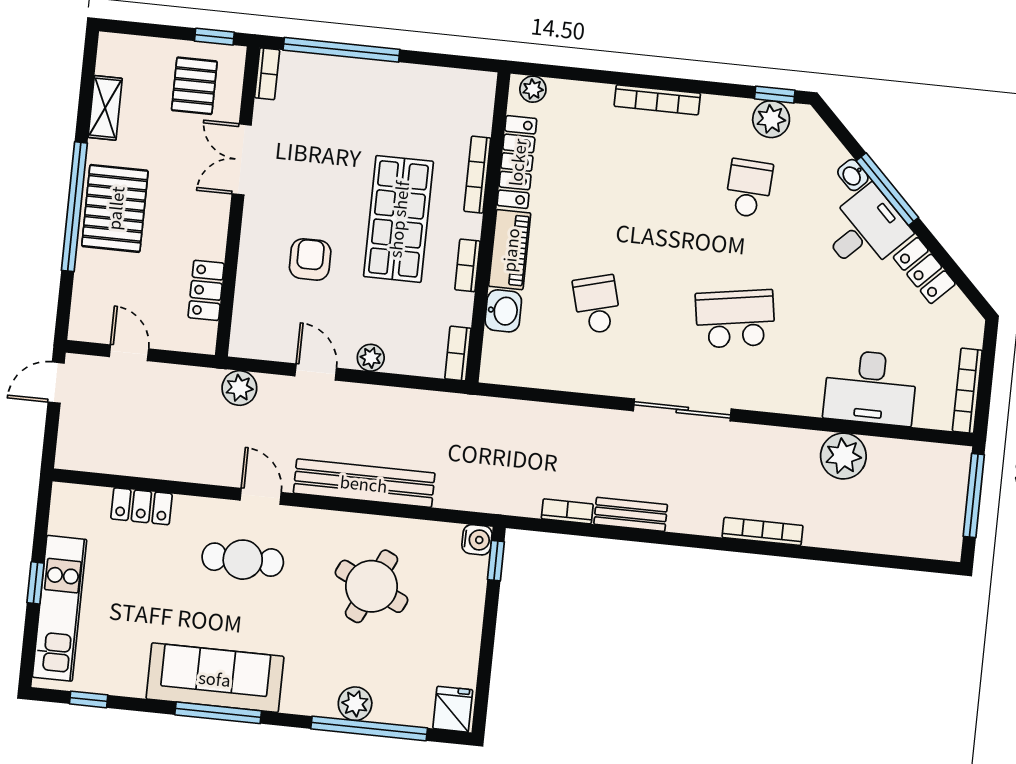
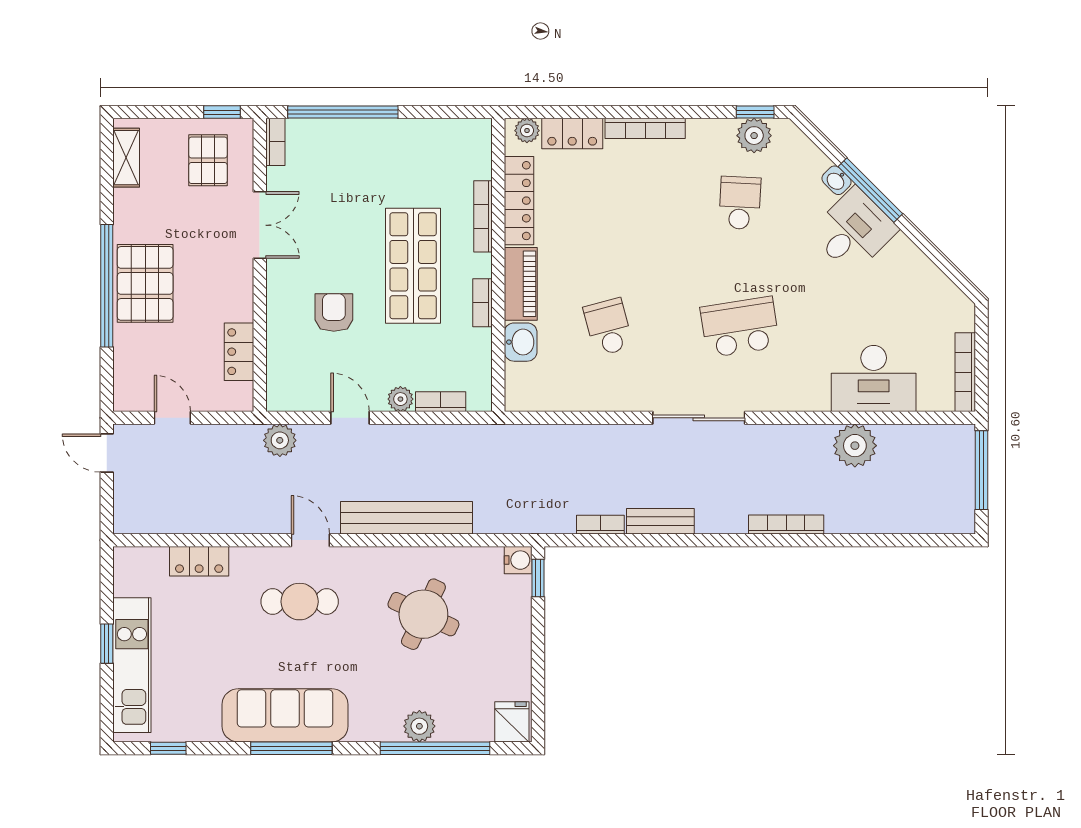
shelving: (105, 108) -> (126, 158), moved
double door: (242, 159) -> (260, 225), swing flipped
locker: (924, 271) -> (572, 134), moved, turned -45
bookcase: (458, 354) -> (441, 402), moved, turned 90
door: (56, 383) -> (107, 453), hinge flipped

